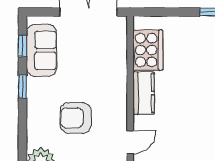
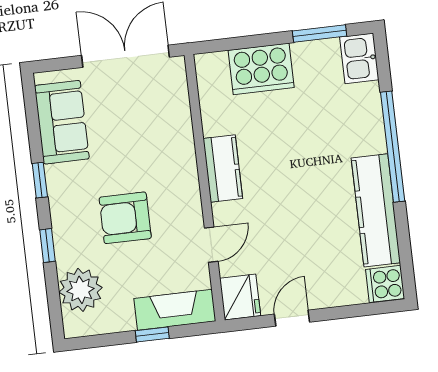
window: (23, 46) -> (47, 246), moved
cooker: (148, 50) -> (261, 69), moved, turned 90

